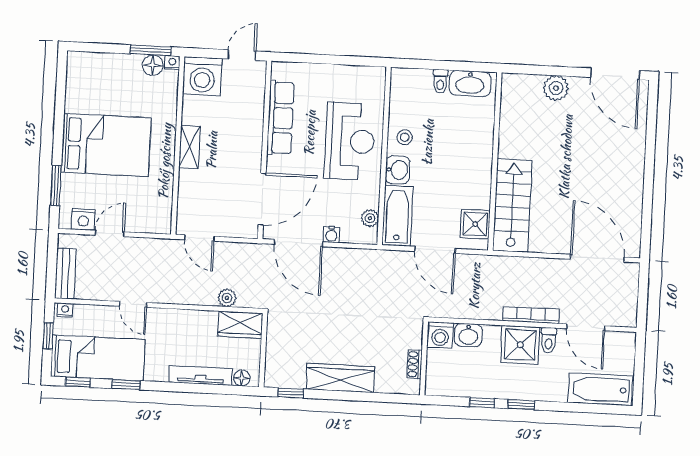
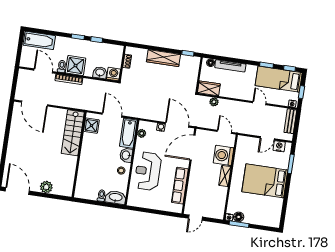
washing machine: (202, 76) -> (223, 155), moved, turned -90
washbasin: (470, 84) -> (116, 197), moved

